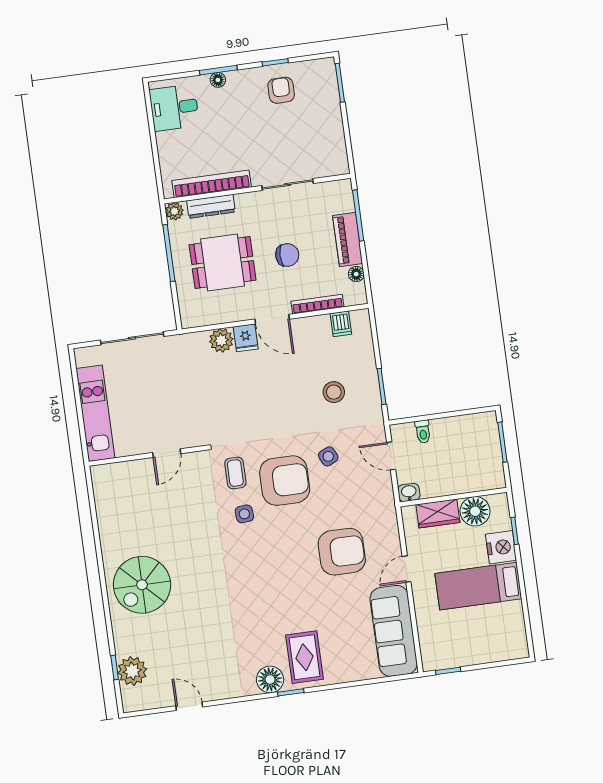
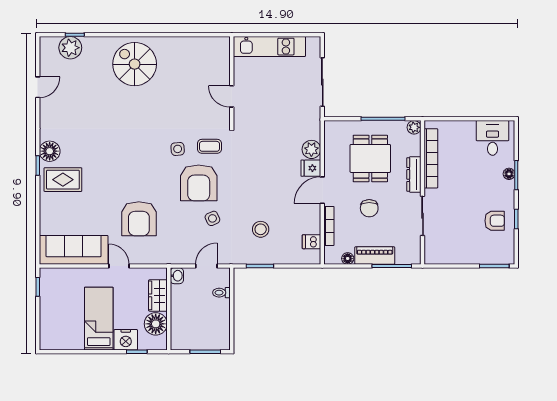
dresser: (211, 206) -> (414, 174), moved

